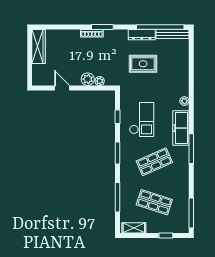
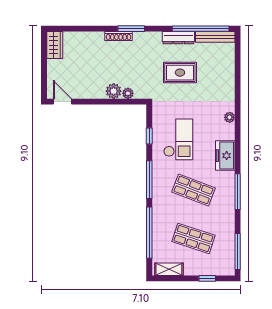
wardrobe: (39, 46) -> (55, 45), width x0.67
door: (62, 88) -> (63, 102), moved
freezer: (181, 128) -> (225, 156), width x0.71
window: (191, 149) -> (238, 192), moved
window: (117, 153) -> (149, 180), width x1.44
shop shelf: (154, 162) -> (193, 190), turned 45
window: (117, 197) -> (149, 233), width x1.46

